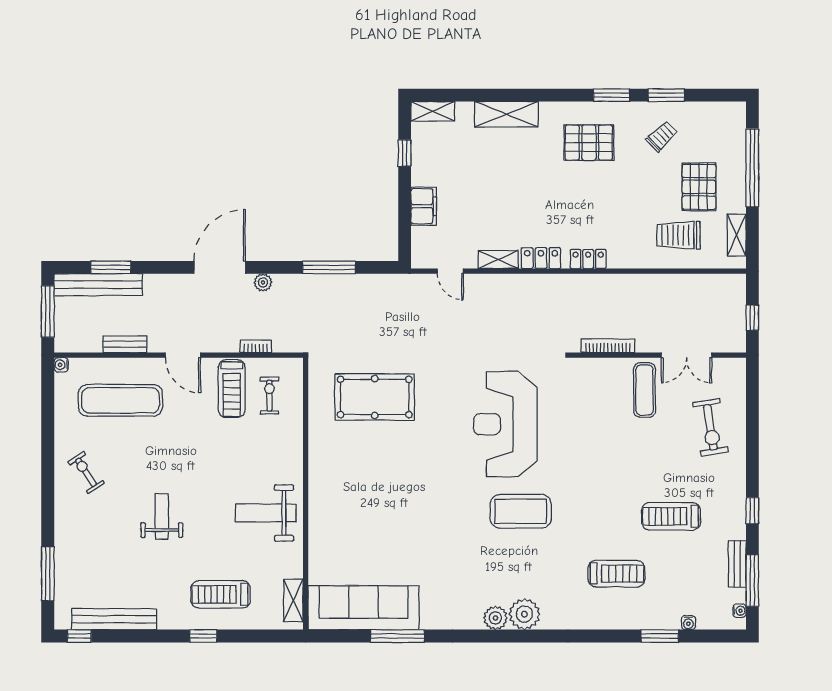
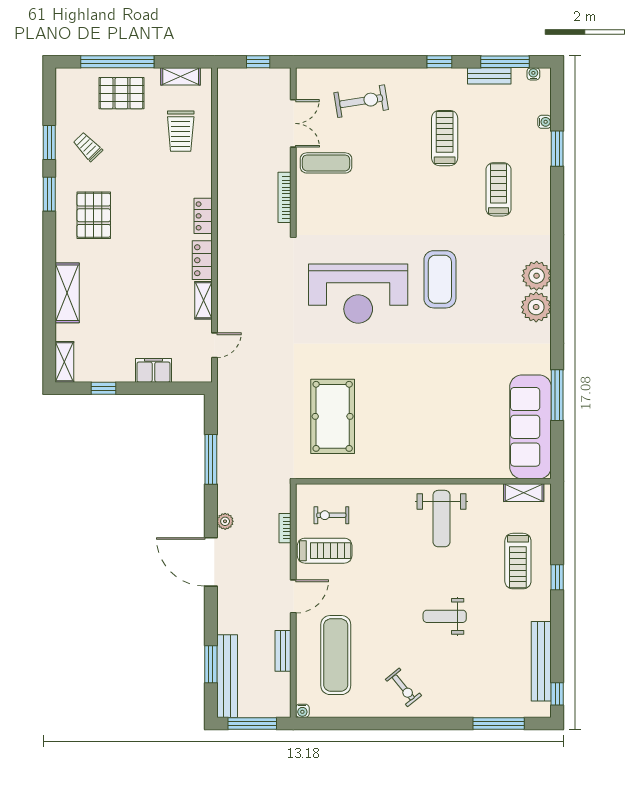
pallet: (699, 187) -> (121, 93), moved
exercise bike: (86, 472) -> (403, 687), turned -96
treadmill: (671, 516) -> (445, 138), turned 180
plant: (495, 618) -> (536, 307), width x1.36, depth x1.36

